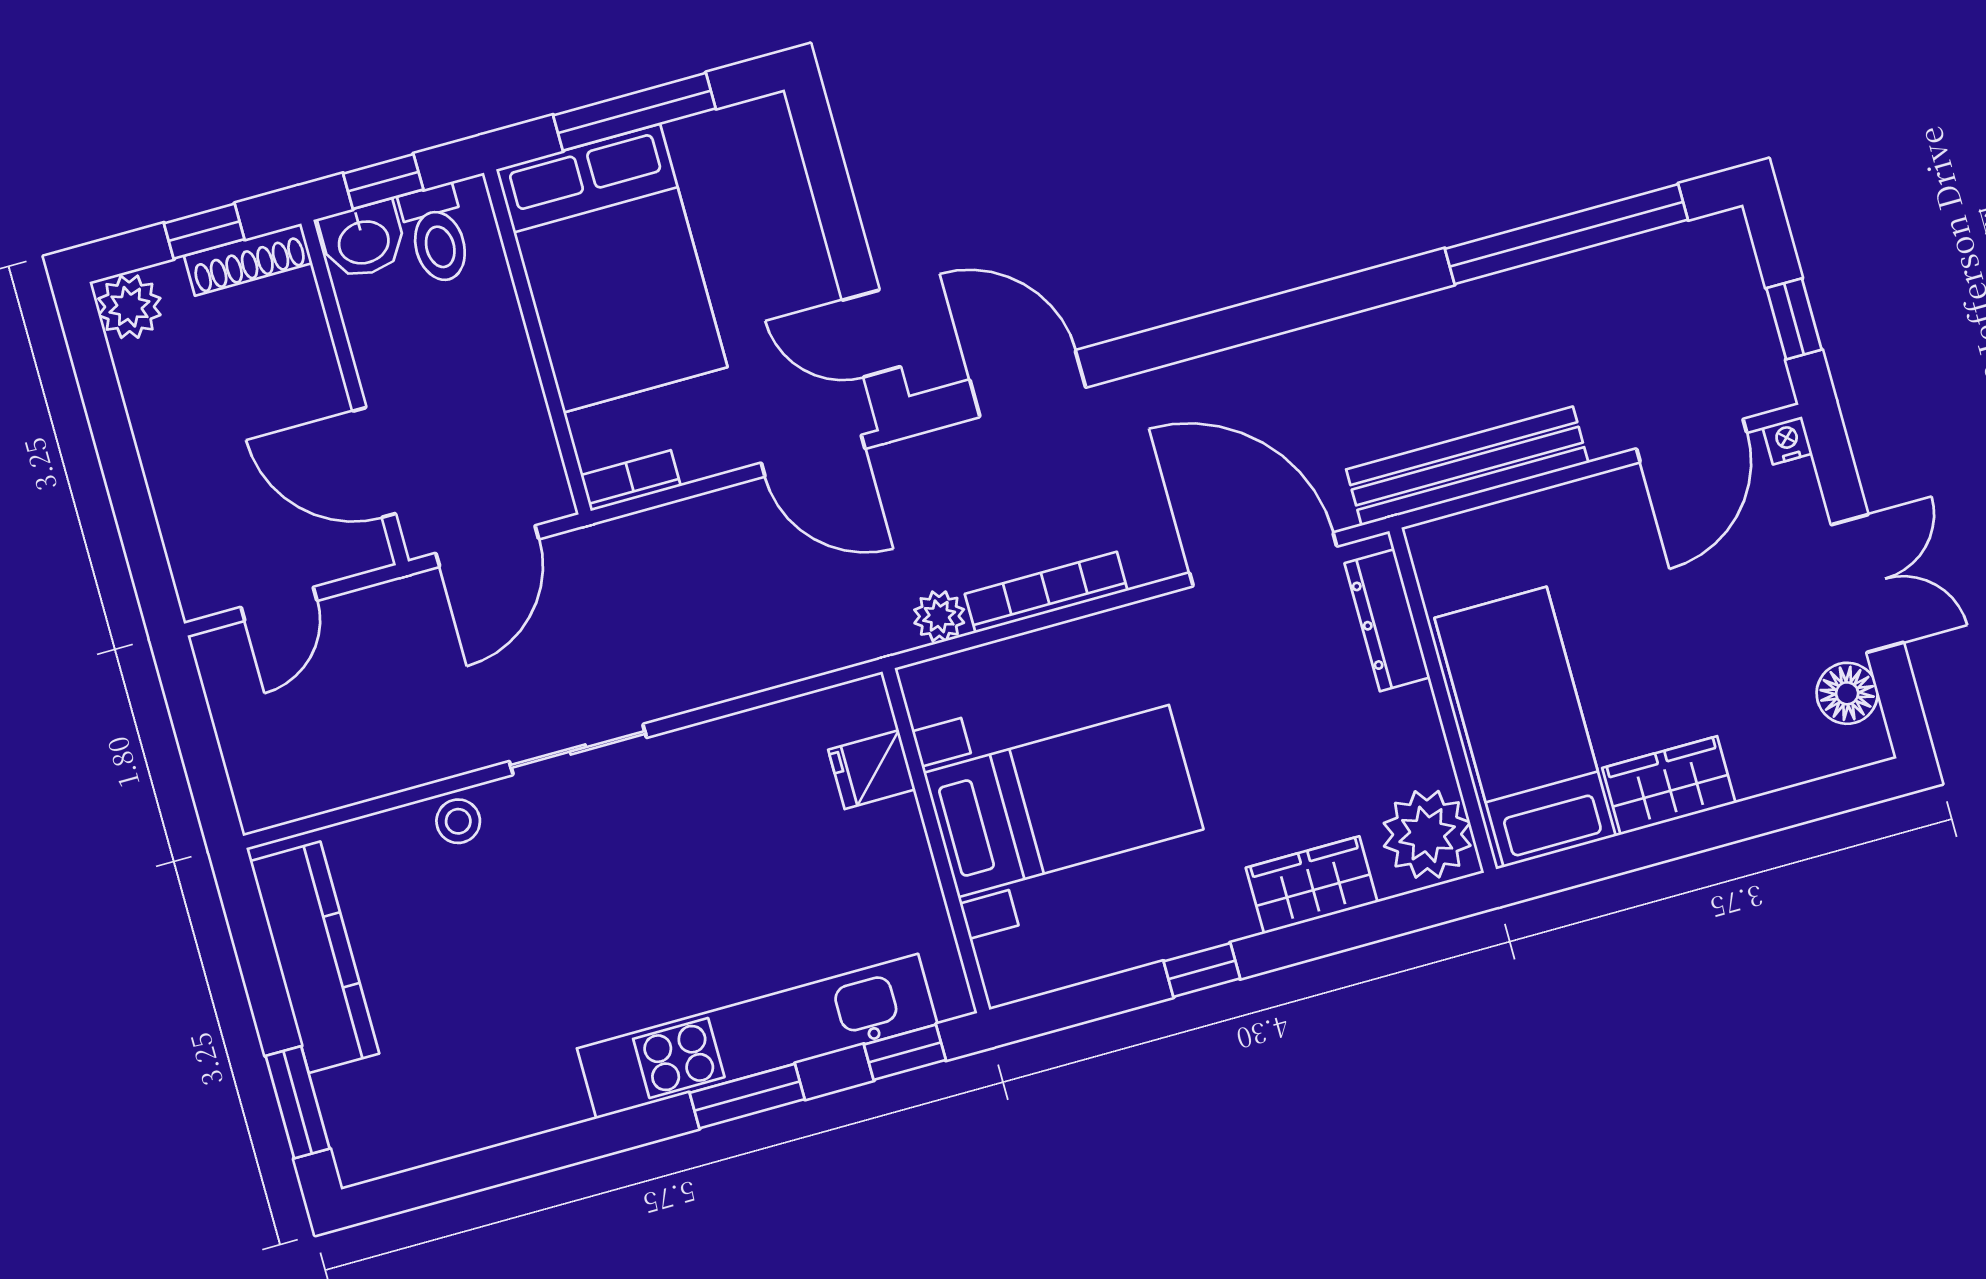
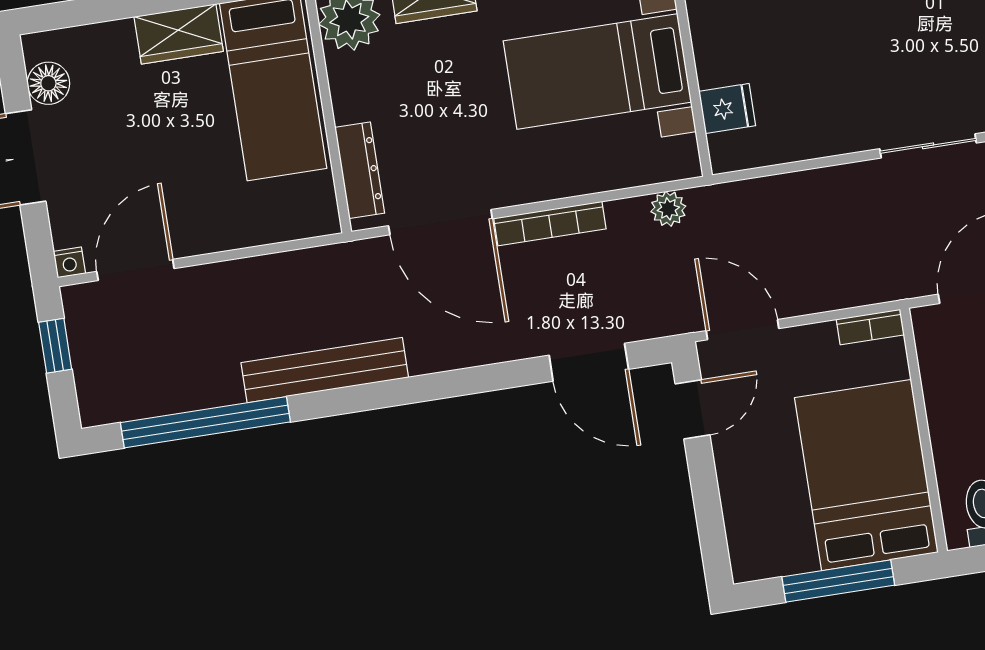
door: (871, 333) -> (693, 409), hinge flipped
bench: (1467, 466) -> (325, 370), moved
bookcase: (1046, 592) -> (550, 224), moved

